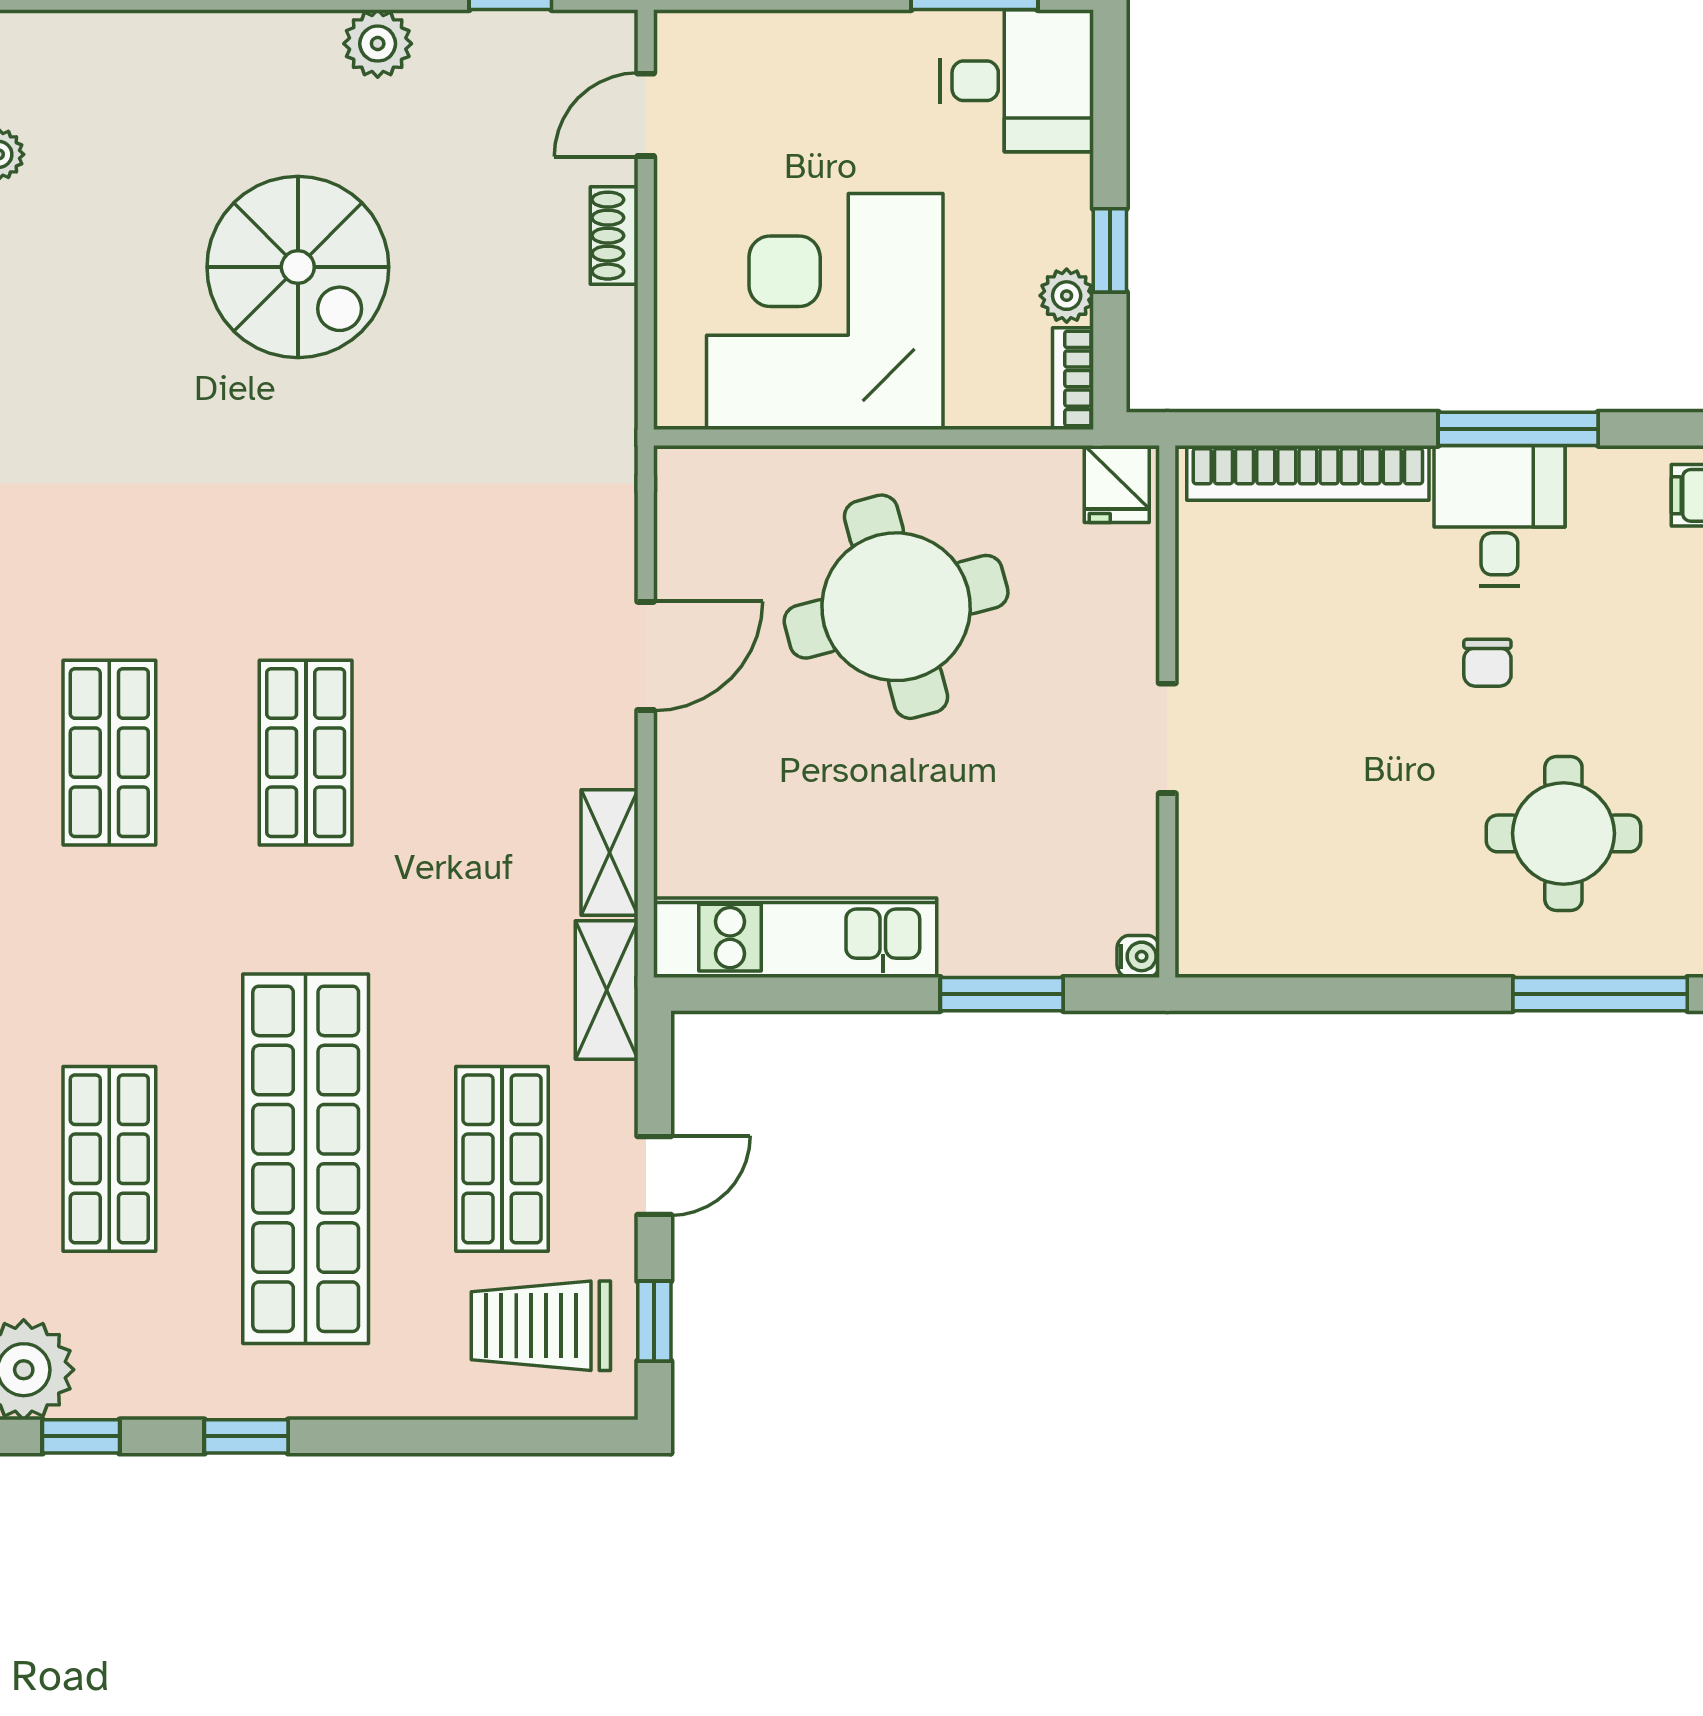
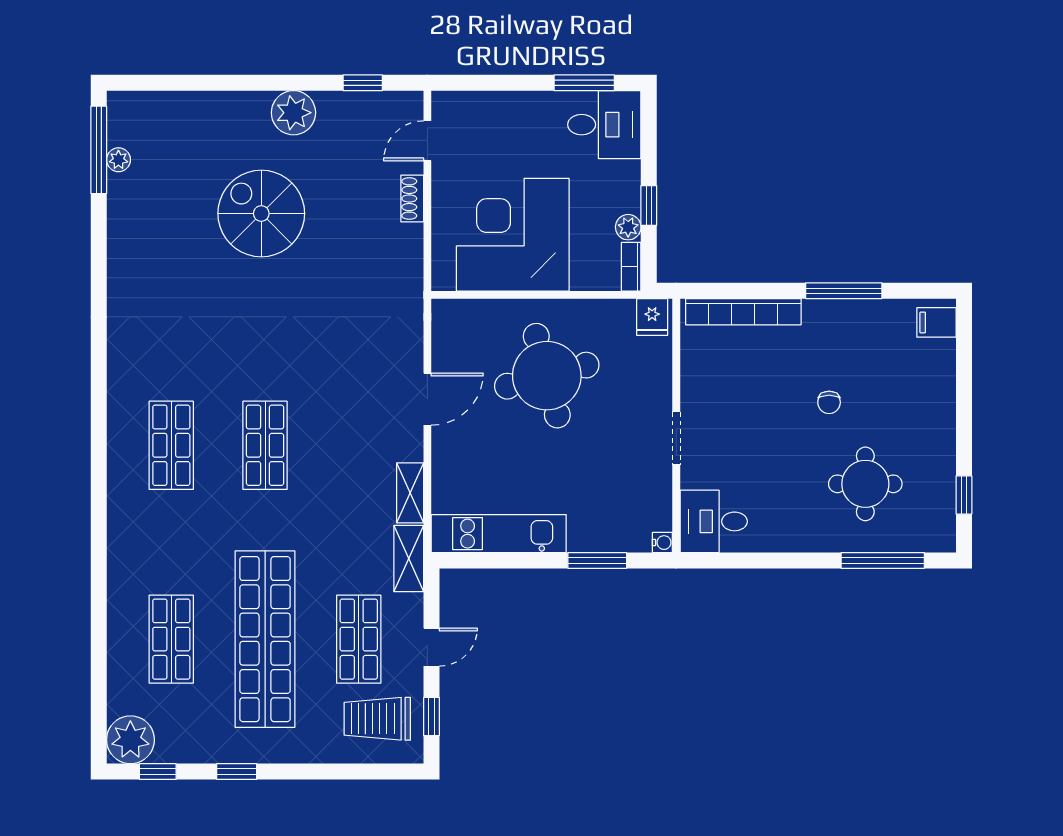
plant: (378, 44) -> (293, 113), width x1.36, depth x1.36
spiral stairs: (298, 267) -> (261, 213), turned 180
desk: (1499, 516) -> (714, 521), moved, turned -90

